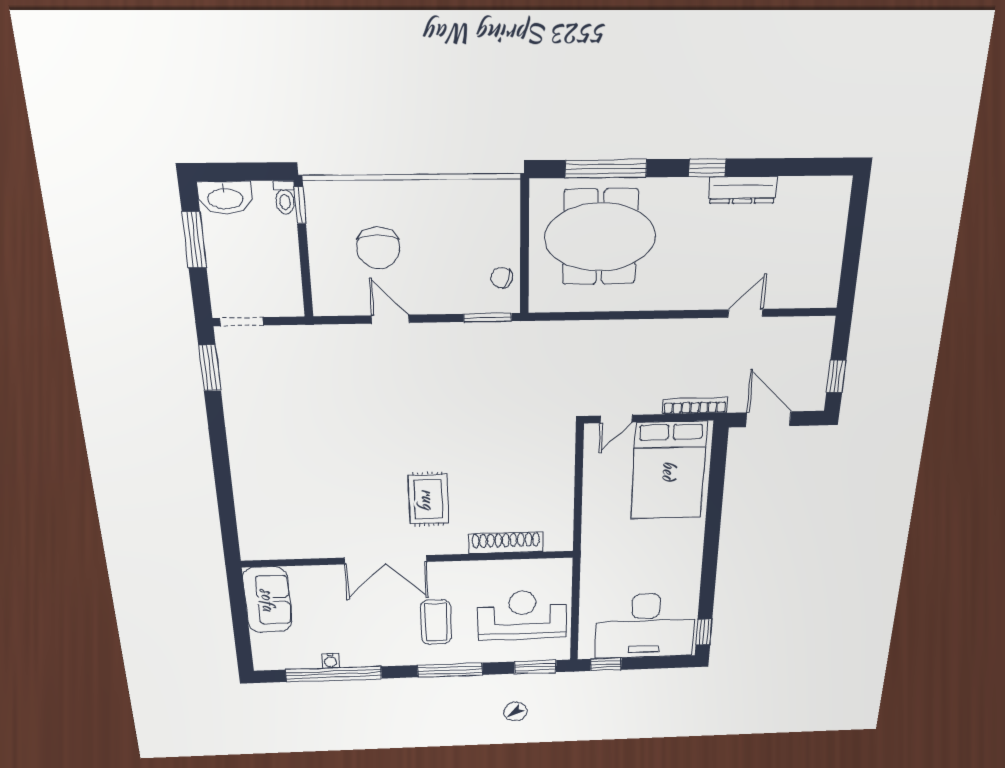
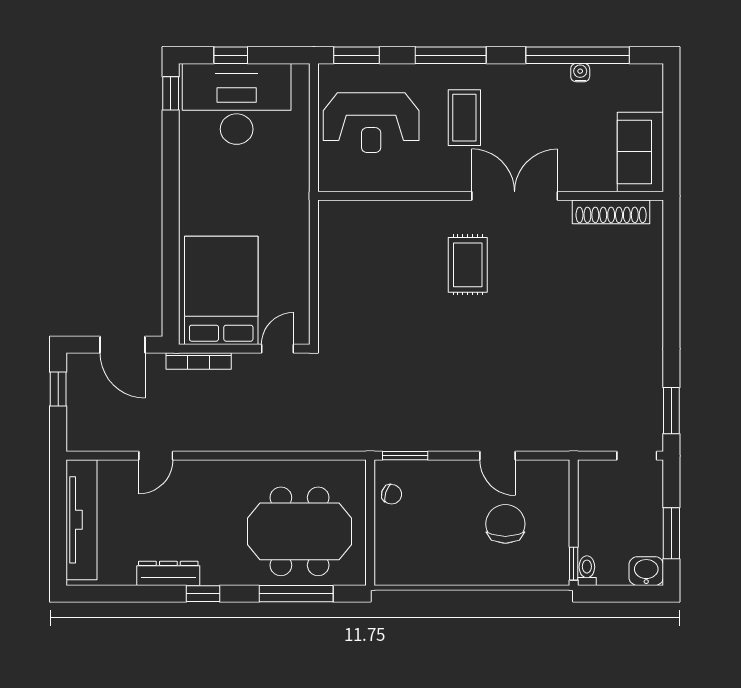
washbasin: (225, 198) -> (646, 571), width x0.72
tv unit: (828, 246) -> (81, 520), added
shoe rack: (506, 543) -> (611, 212), moved
window: (606, 664) -> (231, 55), moved

